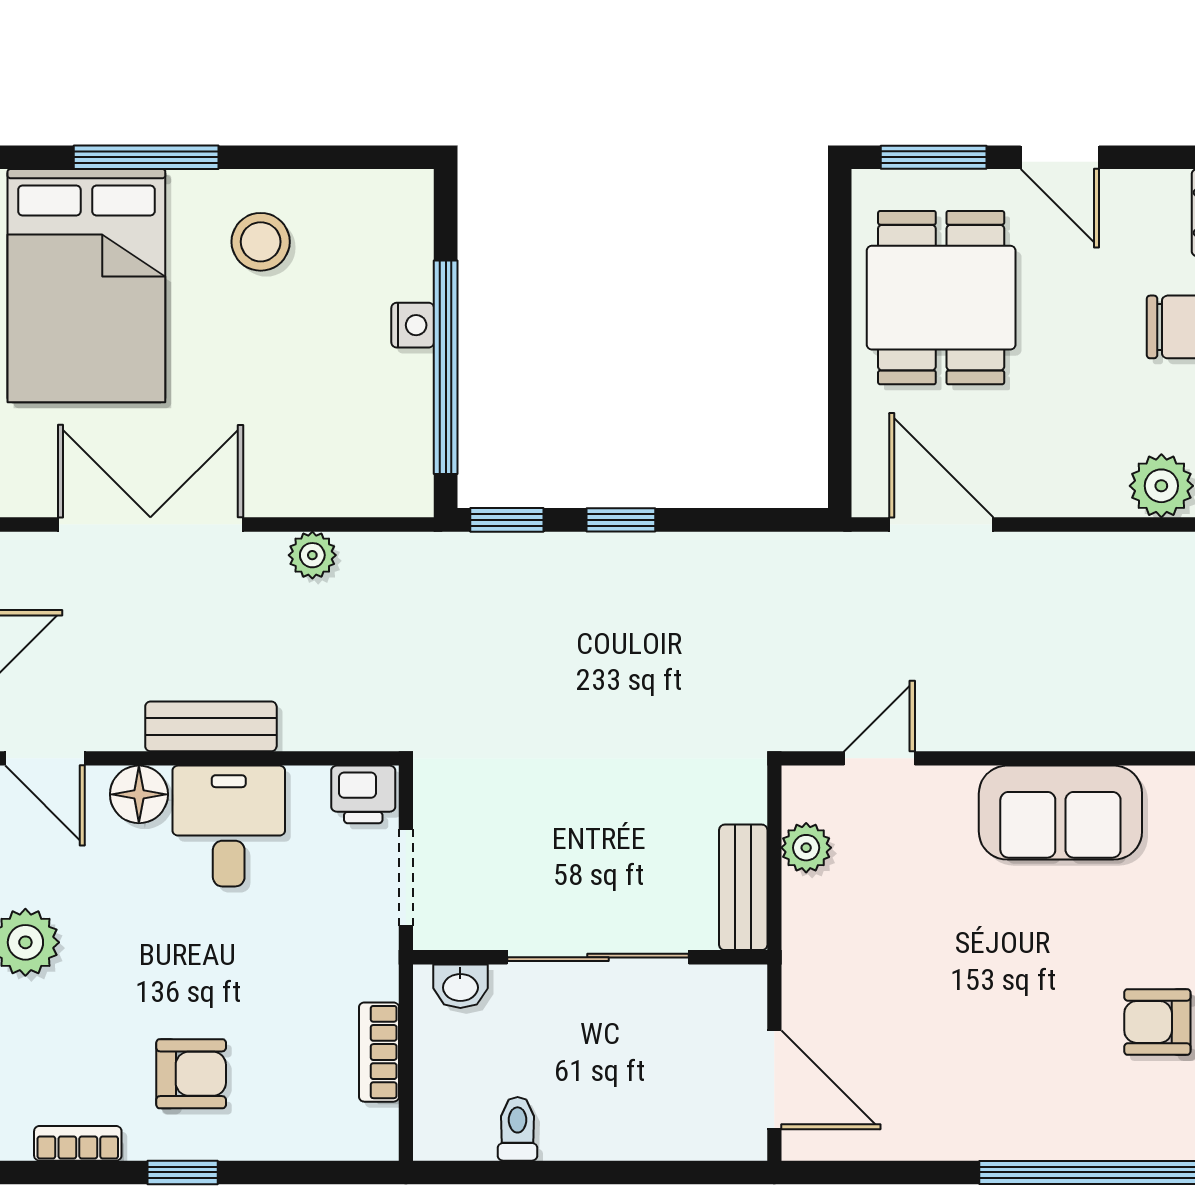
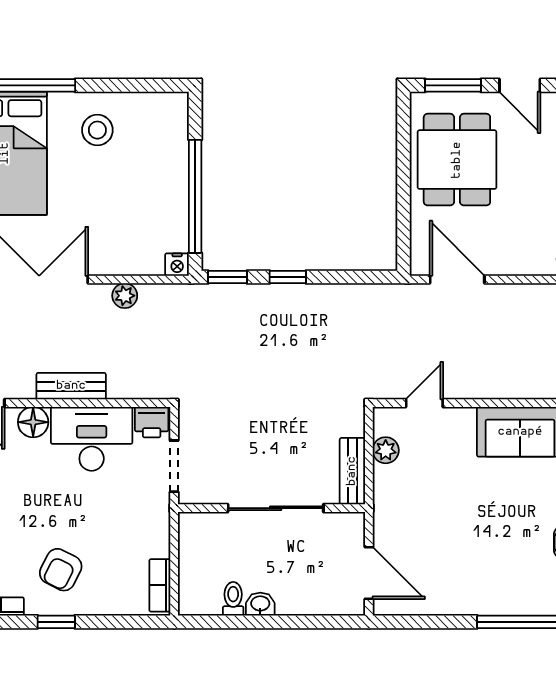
nightstand: (413, 325) -> (177, 265), moved, turned 90
desk: (229, 826) -> (92, 439), width x1.37
washbasin: (460, 986) -> (260, 604), moved, turned 180
bookcase: (379, 1052) -> (160, 585), moved
armchair: (191, 1074) -> (61, 570), turned 117

